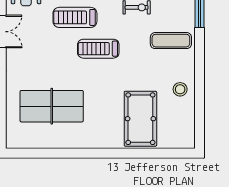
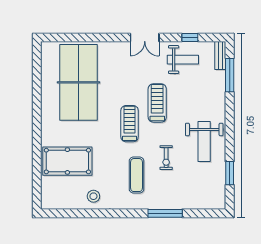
exercise mat: (171, 41) -> (137, 175), moved
table tennis table: (52, 106) -> (78, 82), width x1.36, depth x1.32

